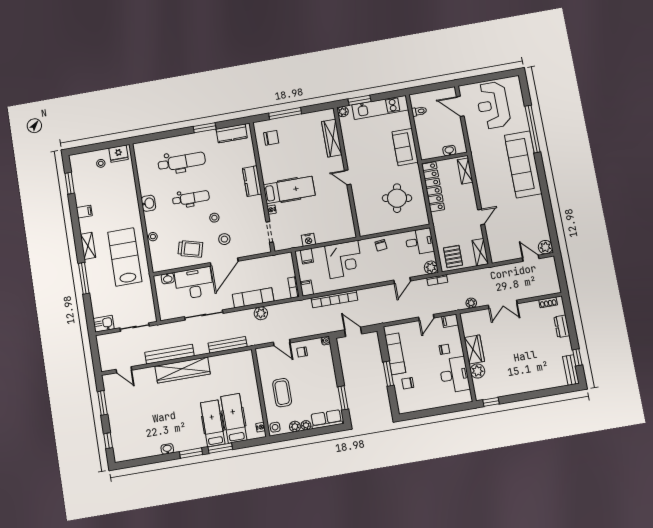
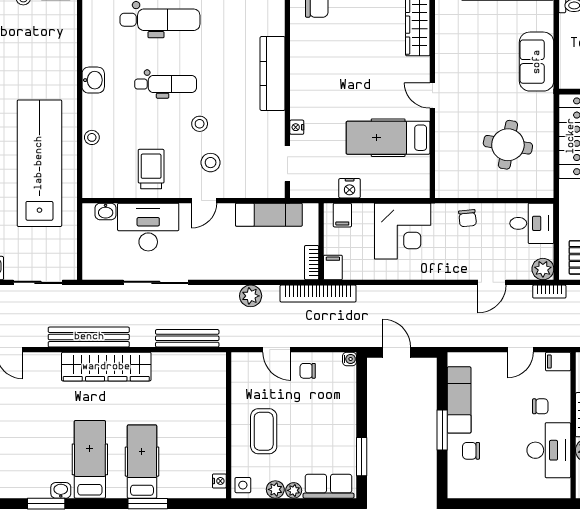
kitchen counter: (252, 181) -> (273, 74), width x1.50
hospital bed: (289, 190) -> (388, 138), moved, turned 180
trolley: (190, 249) -> (151, 169), turned -105
lab bench: (125, 257) -> (39, 163), width x1.36
door: (224, 262) -> (204, 201), width x0.53
exam couch: (253, 298) -> (269, 215), moved, turned 180
bookcase: (334, 299) -> (318, 294), moved
hospital bed: (234, 418) -> (90, 459), moved
window: (191, 453) -> (46, 504), moved

